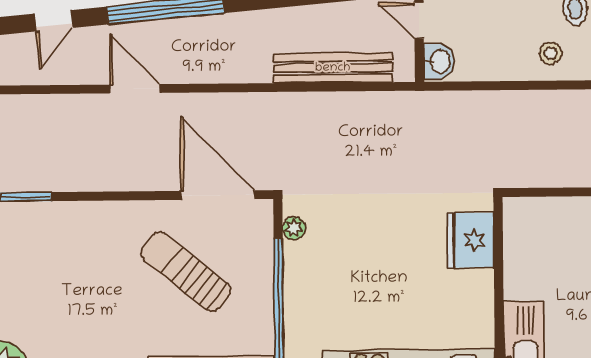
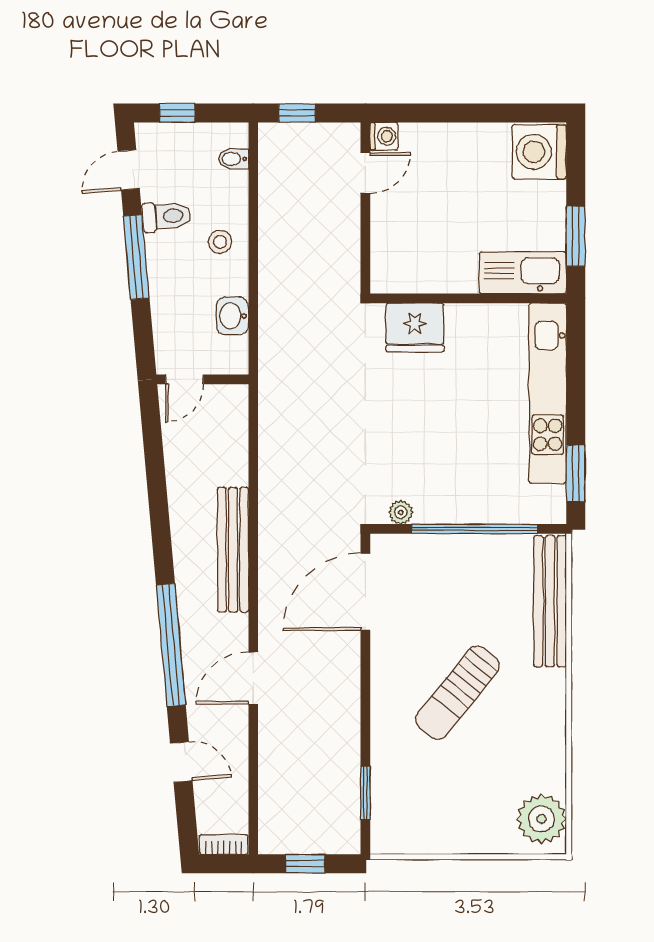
washbasin: (439, 61) -> (232, 316), moved, turned -90
bench: (333, 68) -> (233, 550), moved
sun lounger: (186, 272) -> (457, 693), moved

